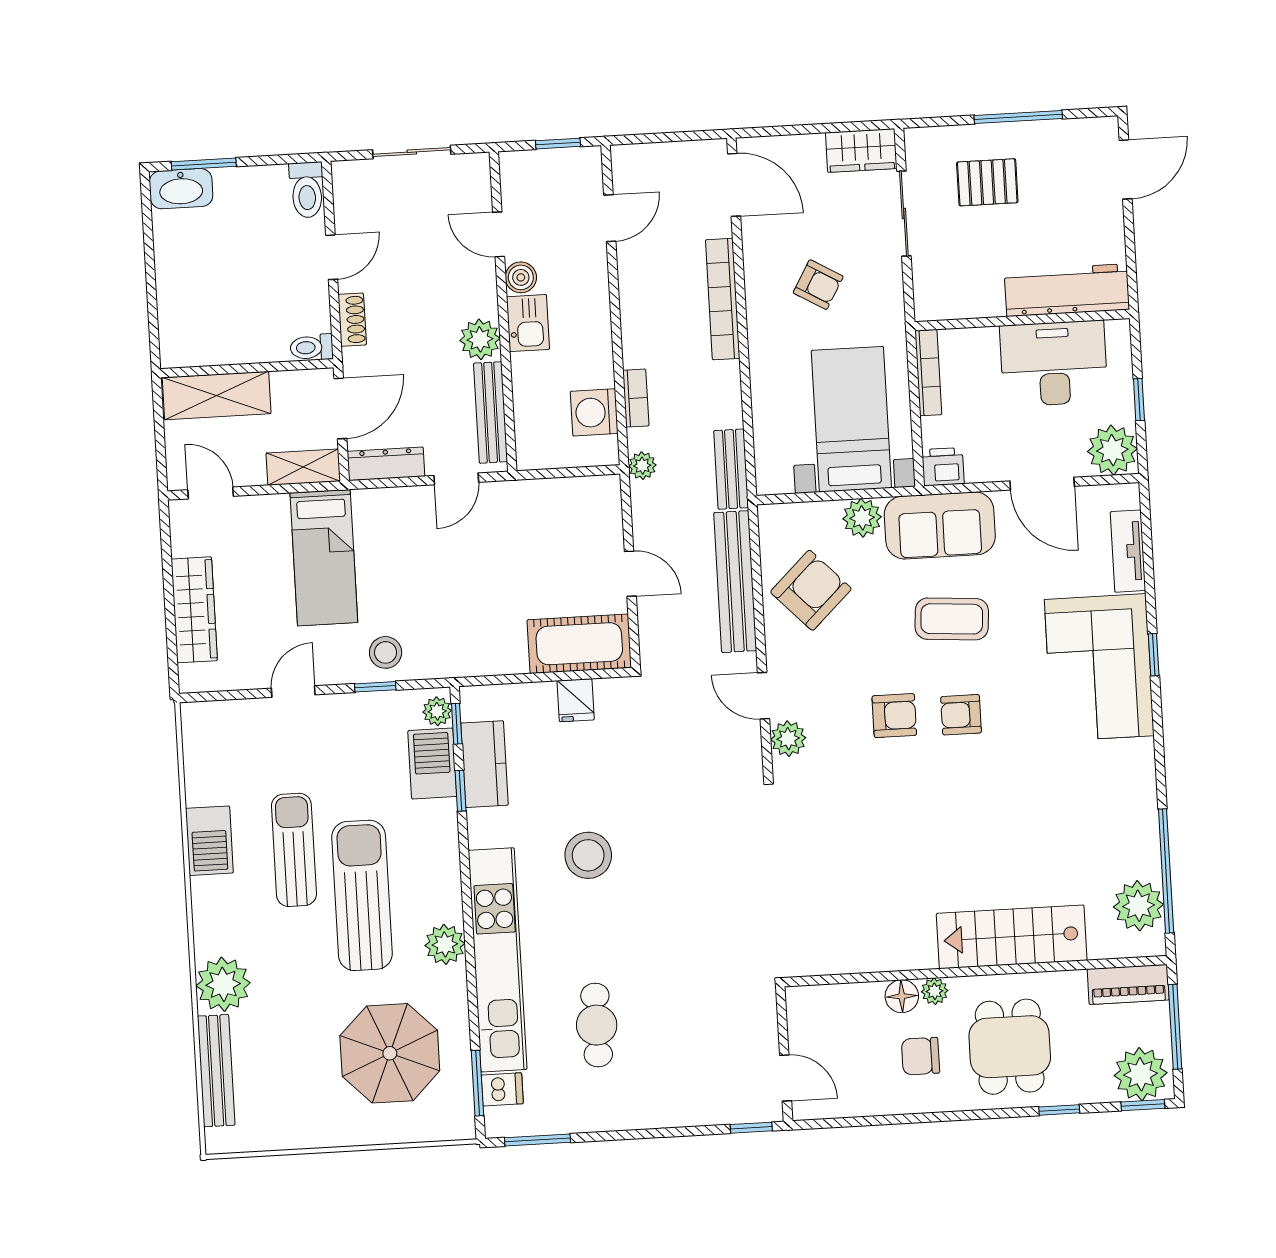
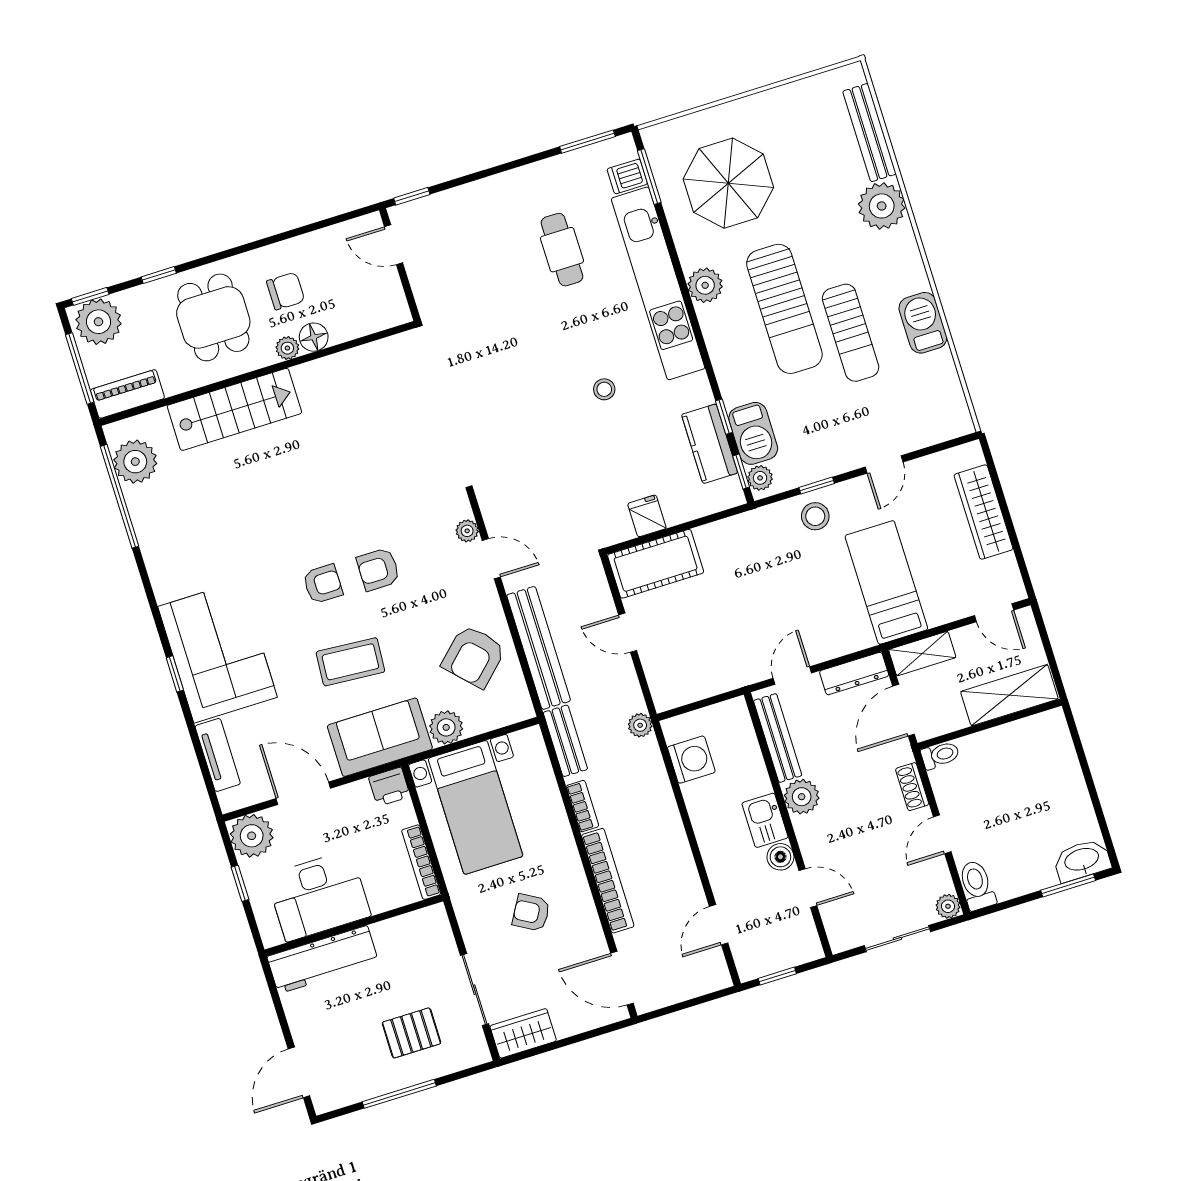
plant: (345, 174) -> (948, 906), added
bookcase: (636, 398) -> (582, 806), moved, turned 180
plant: (788, 739) -> (467, 531), width x0.73, depth x0.73
stool: (588, 855) -> (604, 389), width x0.53, depth x0.53

